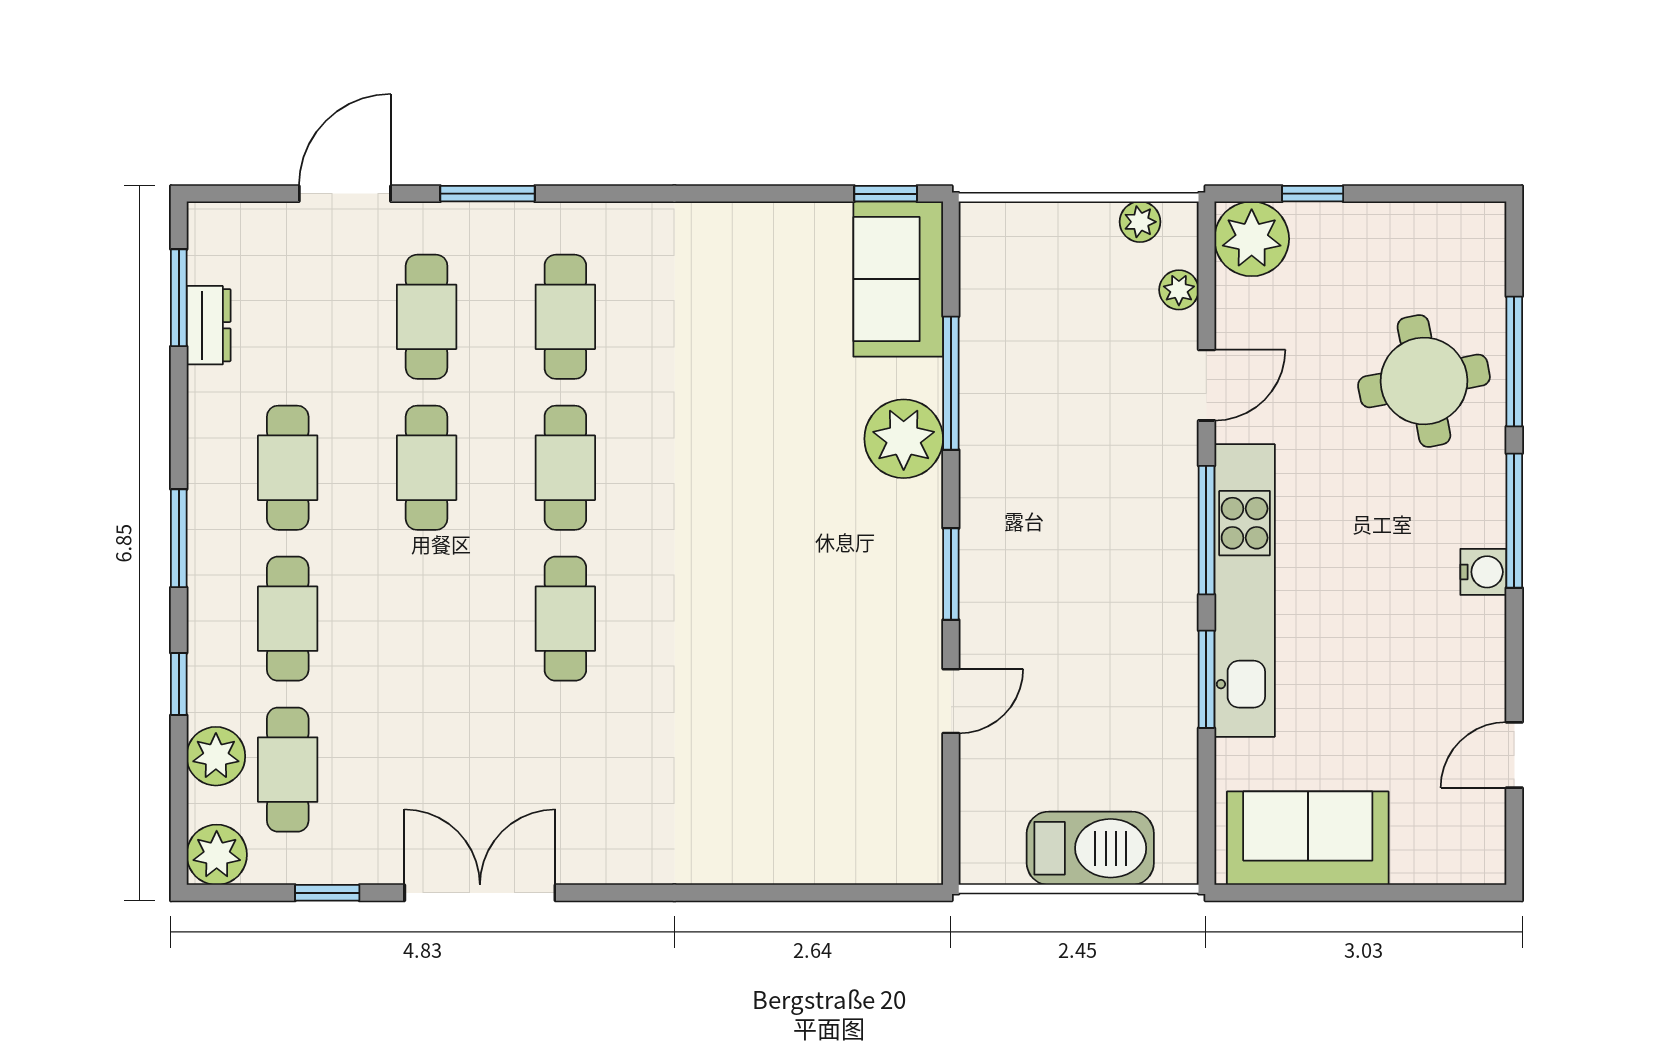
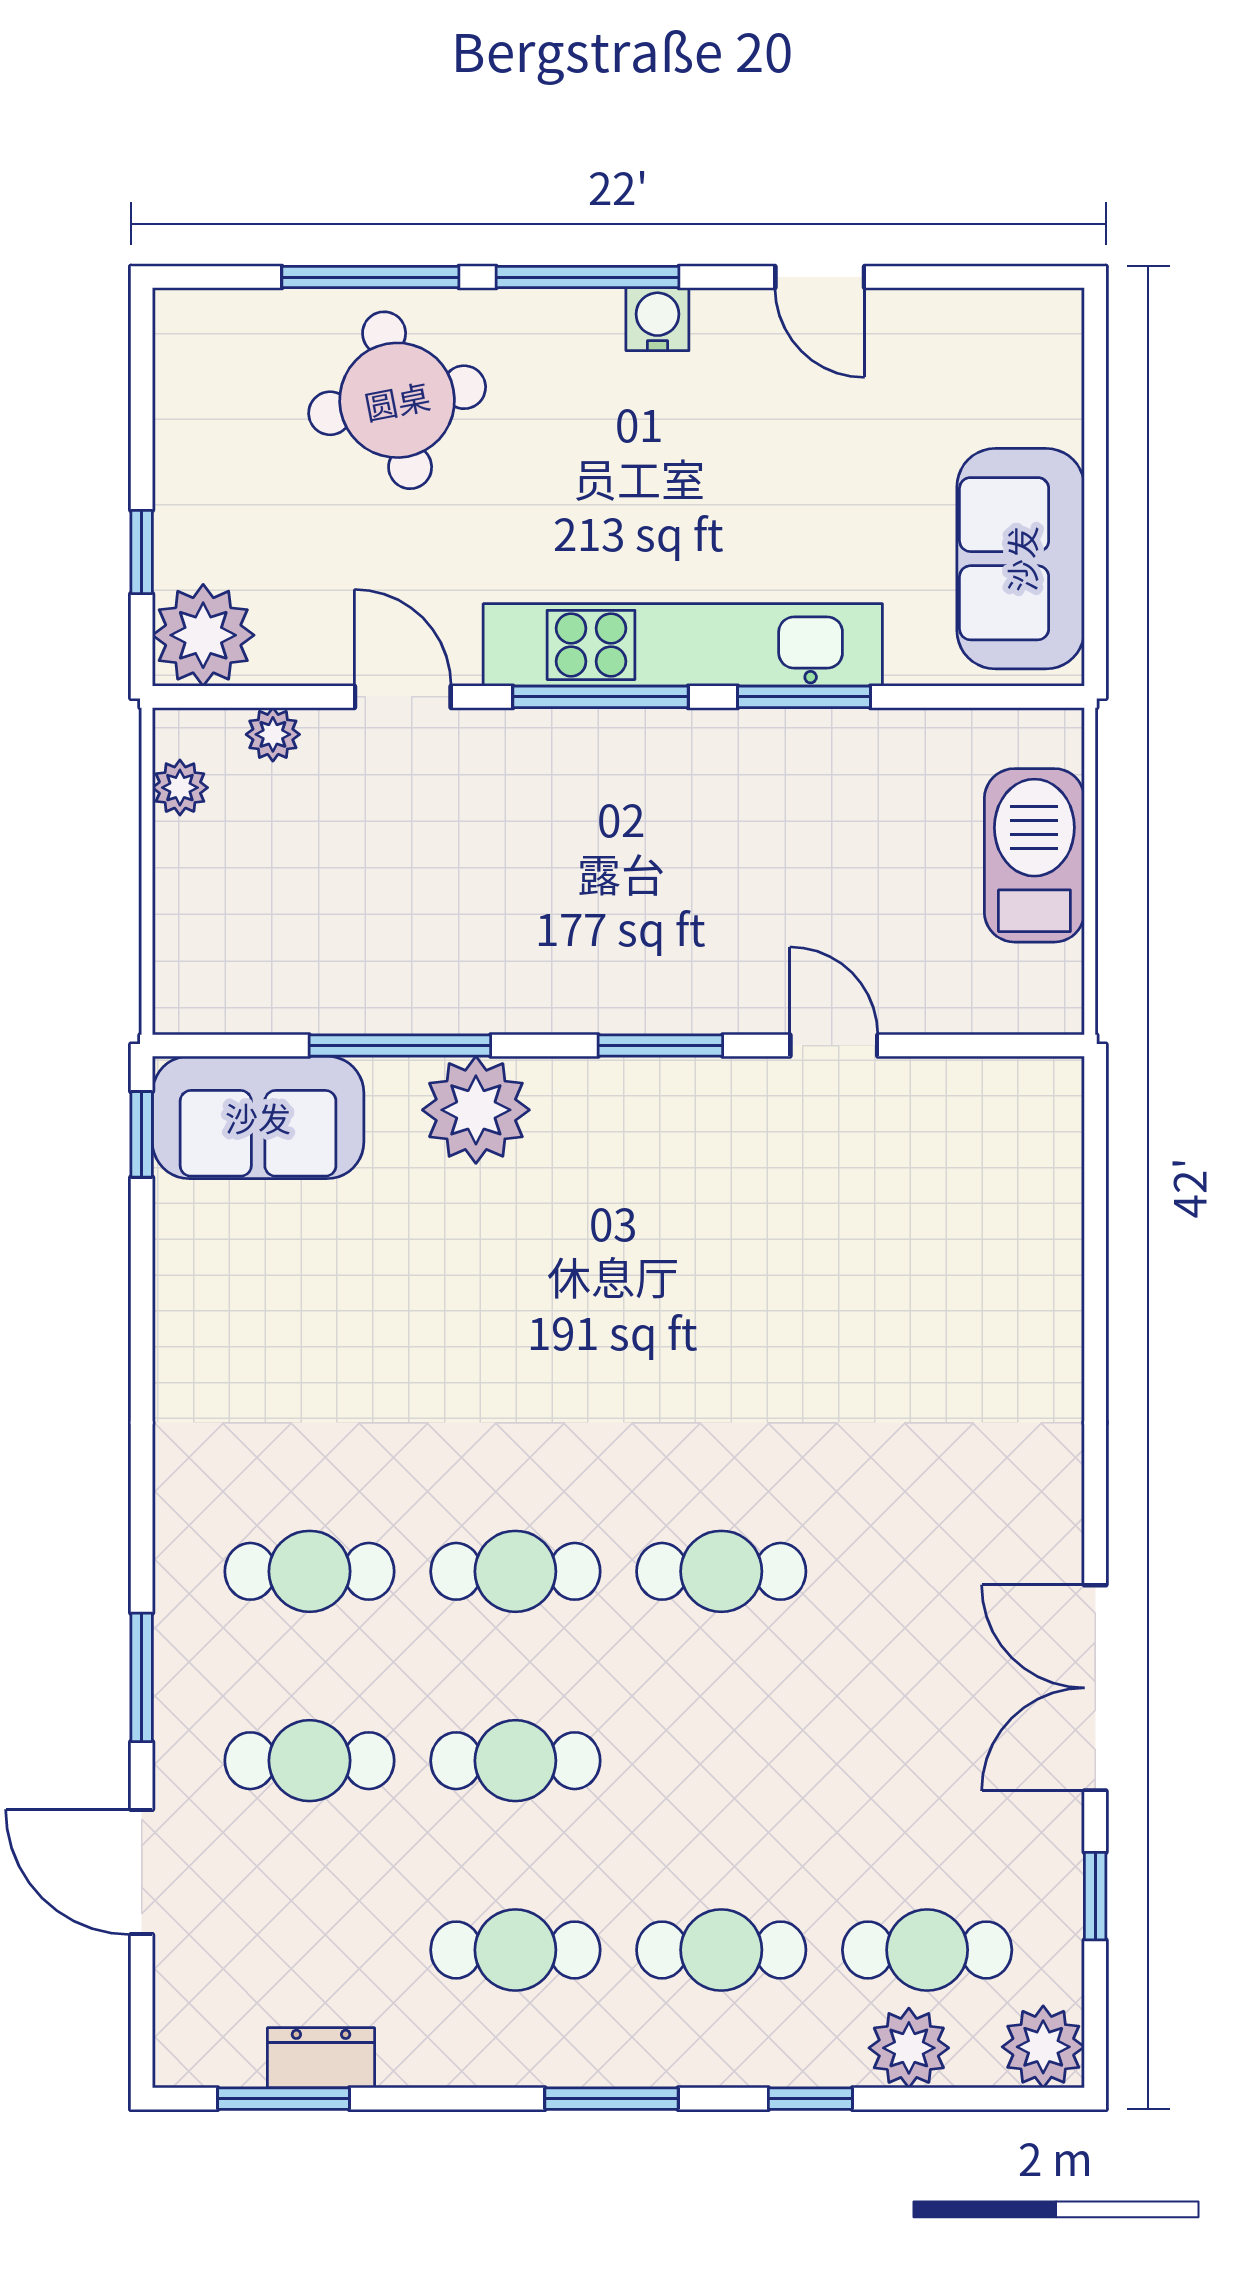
door: (1514, 755) -> (820, 277), moved

